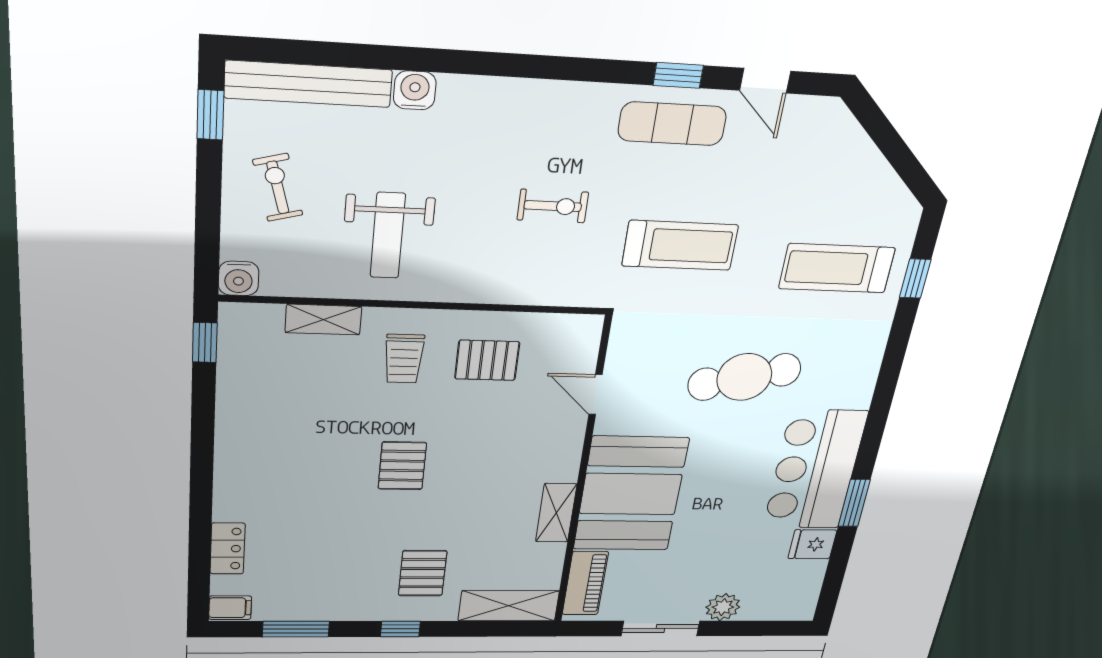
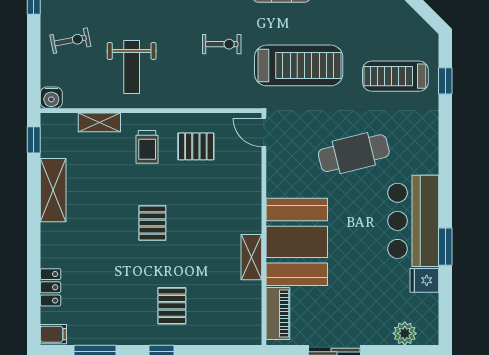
exercise bike: (278, 187) -> (70, 41), turned 94
treadmill: (680, 245) -> (299, 65), width x1.37, depth x1.38
door: (596, 395) -> (264, 132), moved
shelving: (509, 606) -> (53, 190), moved, turned 90
plant: (723, 607) -> (405, 333), moved

